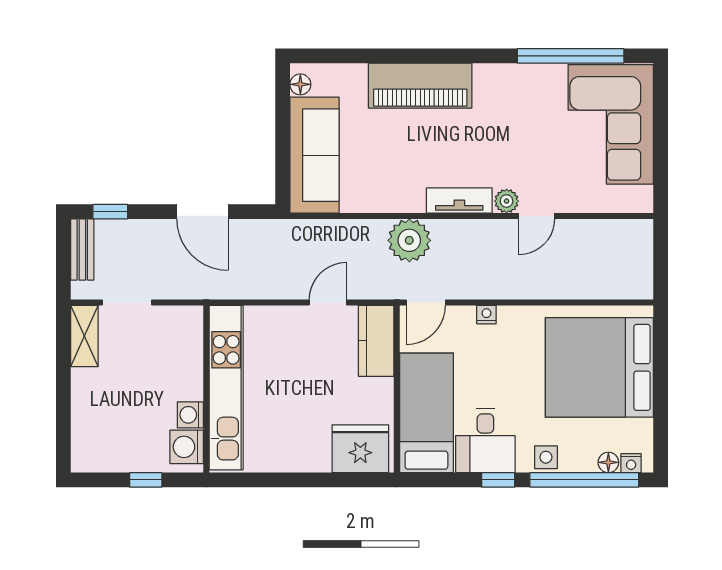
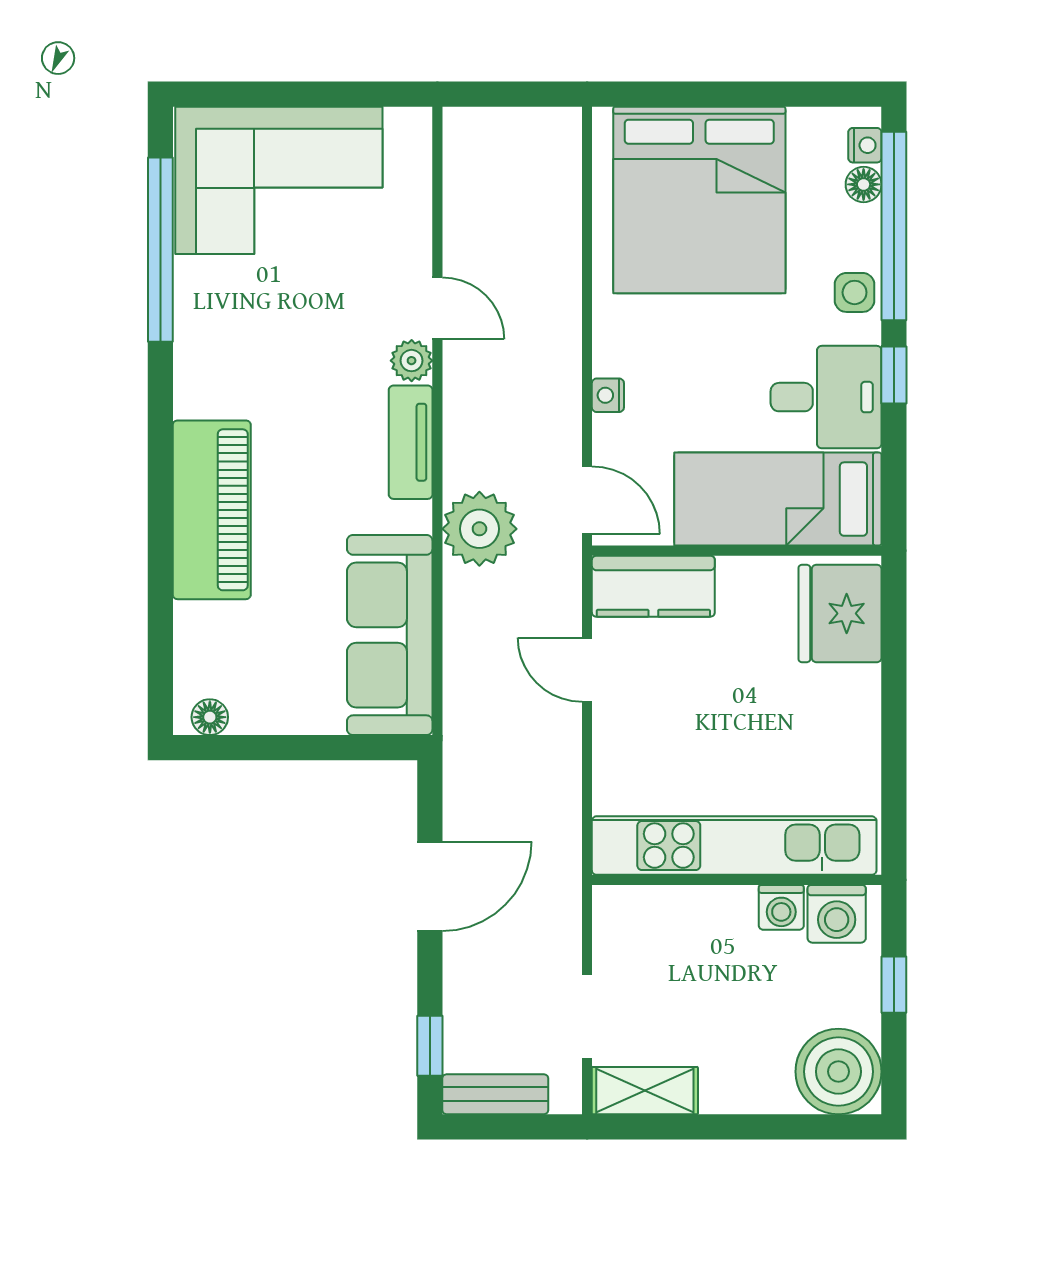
sofa: (315, 155) -> (390, 635), moved, turned -90
boiler: (95, 448) -> (838, 1072), added

